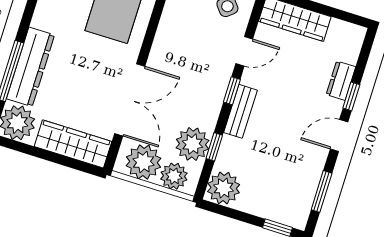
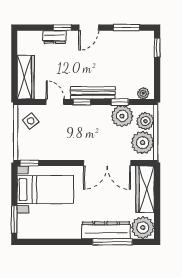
double door: (130, 100) -> (107, 163), swing flipped
bench: (240, 111) -> (93, 93), width x1.36
door: (339, 136) -> (89, 28), hinge flipped
plant: (224, 188) -> (143, 93), width x0.53, depth x0.53

